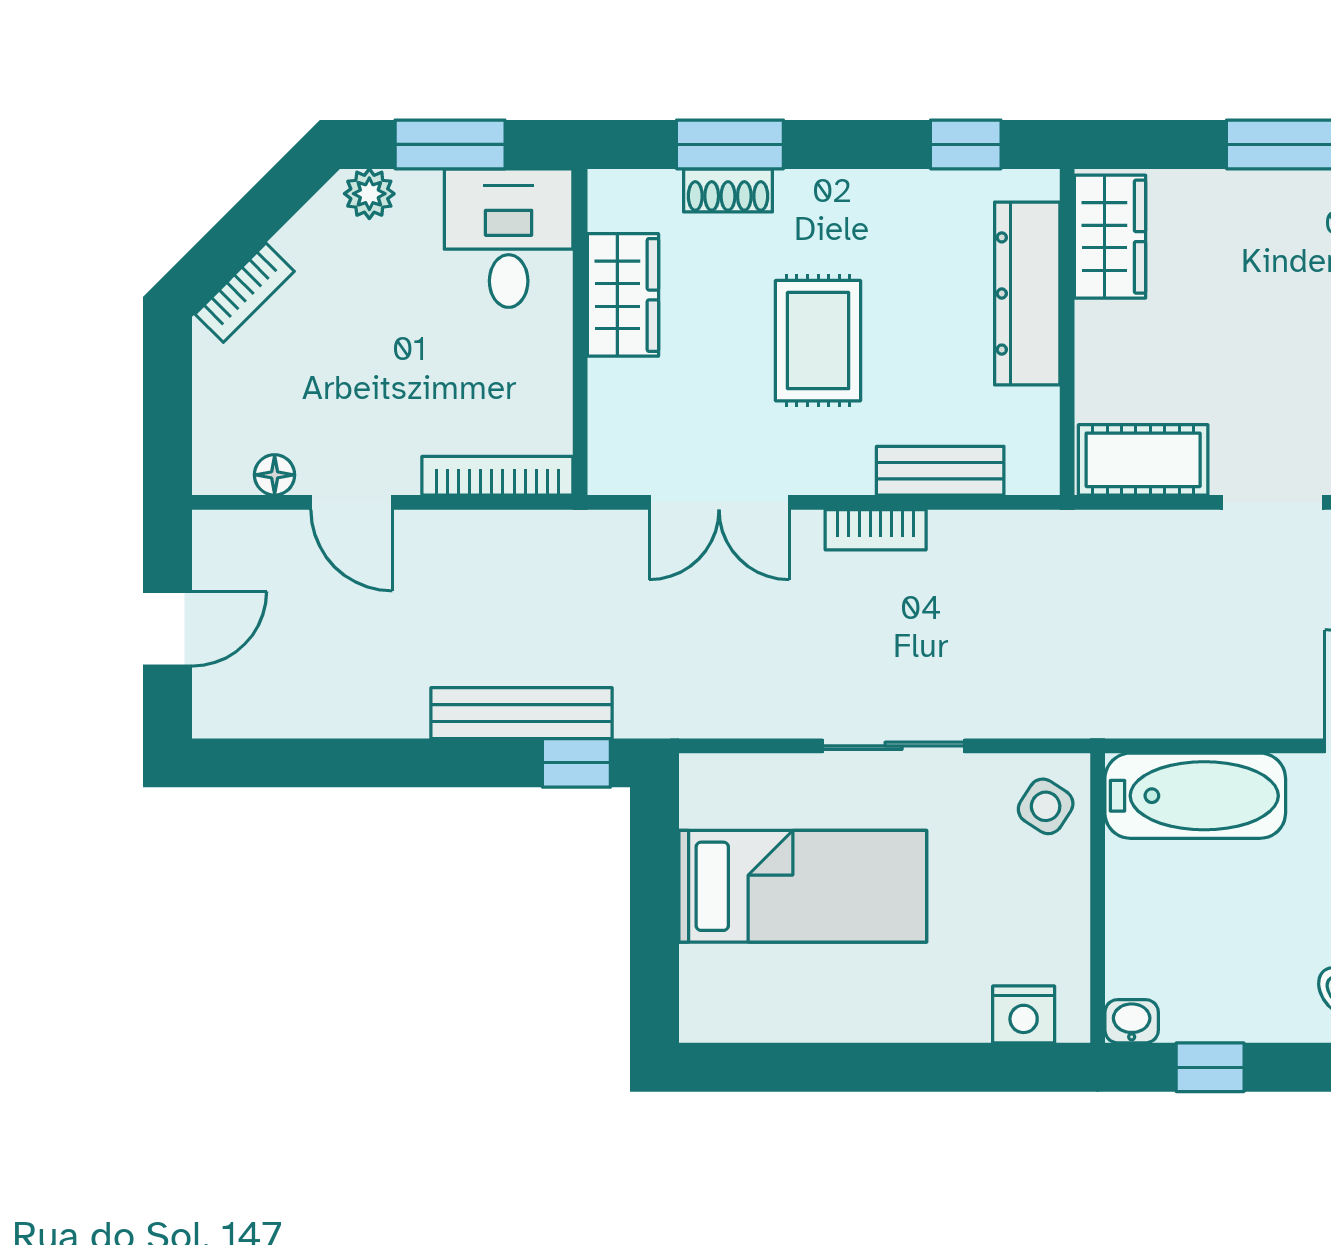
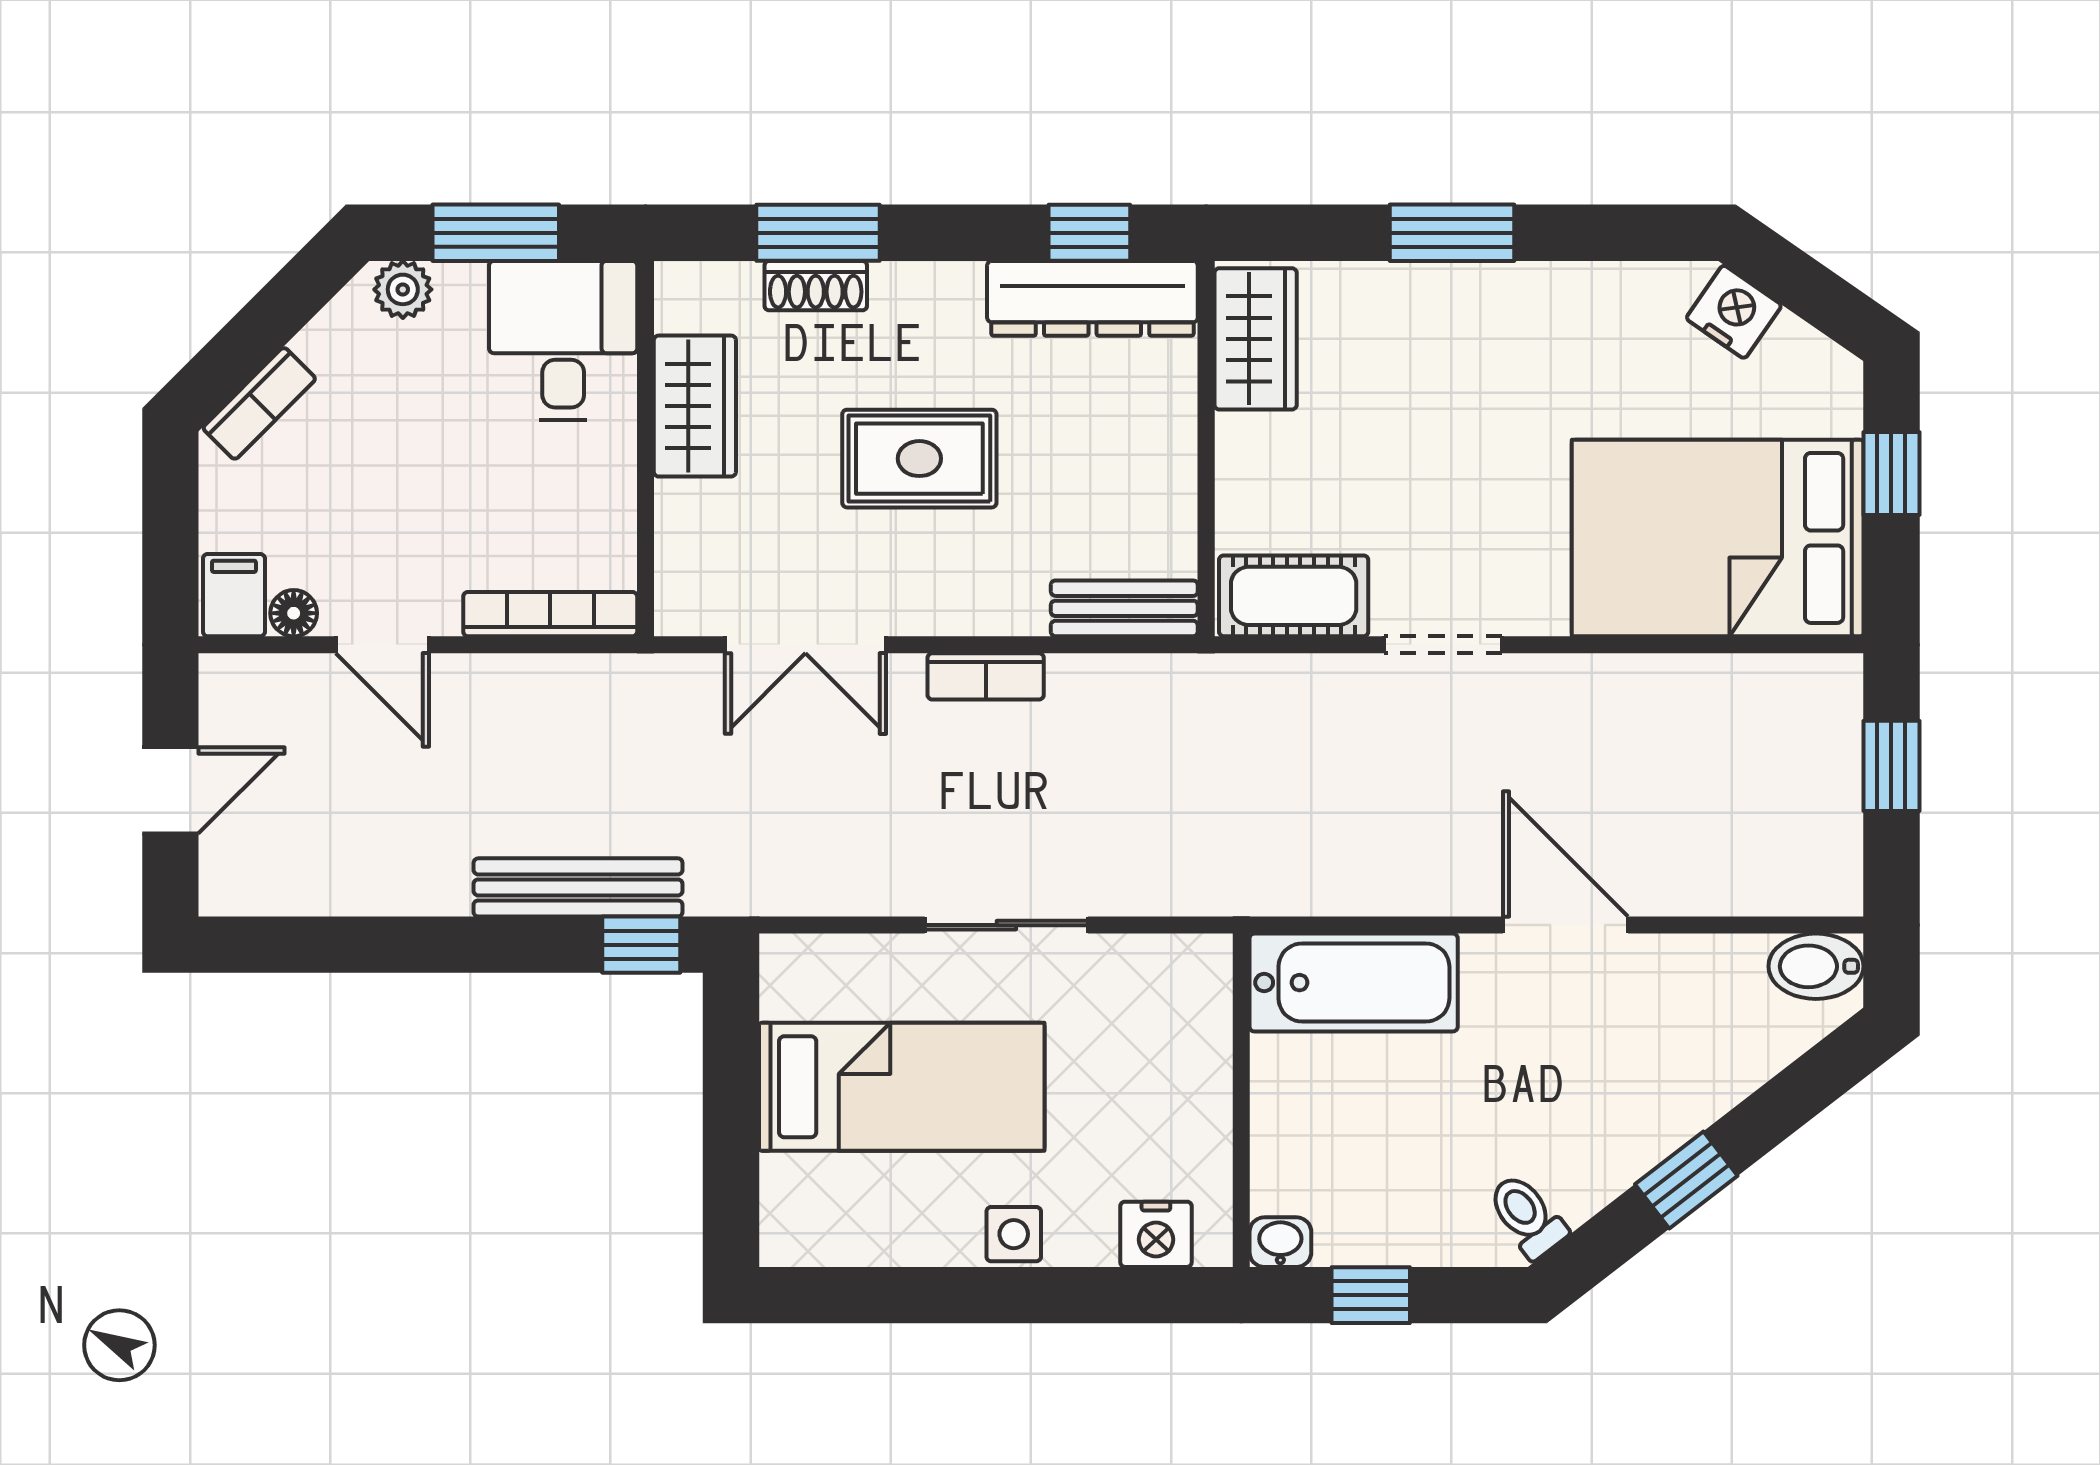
dresser: (1027, 293) -> (1092, 298), moved, turned -90
rug: (818, 341) -> (919, 459), turned 90
filing cabinet: (223, 459) -> (234, 595), added
bench: (940, 471) -> (1124, 608), moved
side table: (1046, 806) -> (1014, 1234), moved, turned -33

